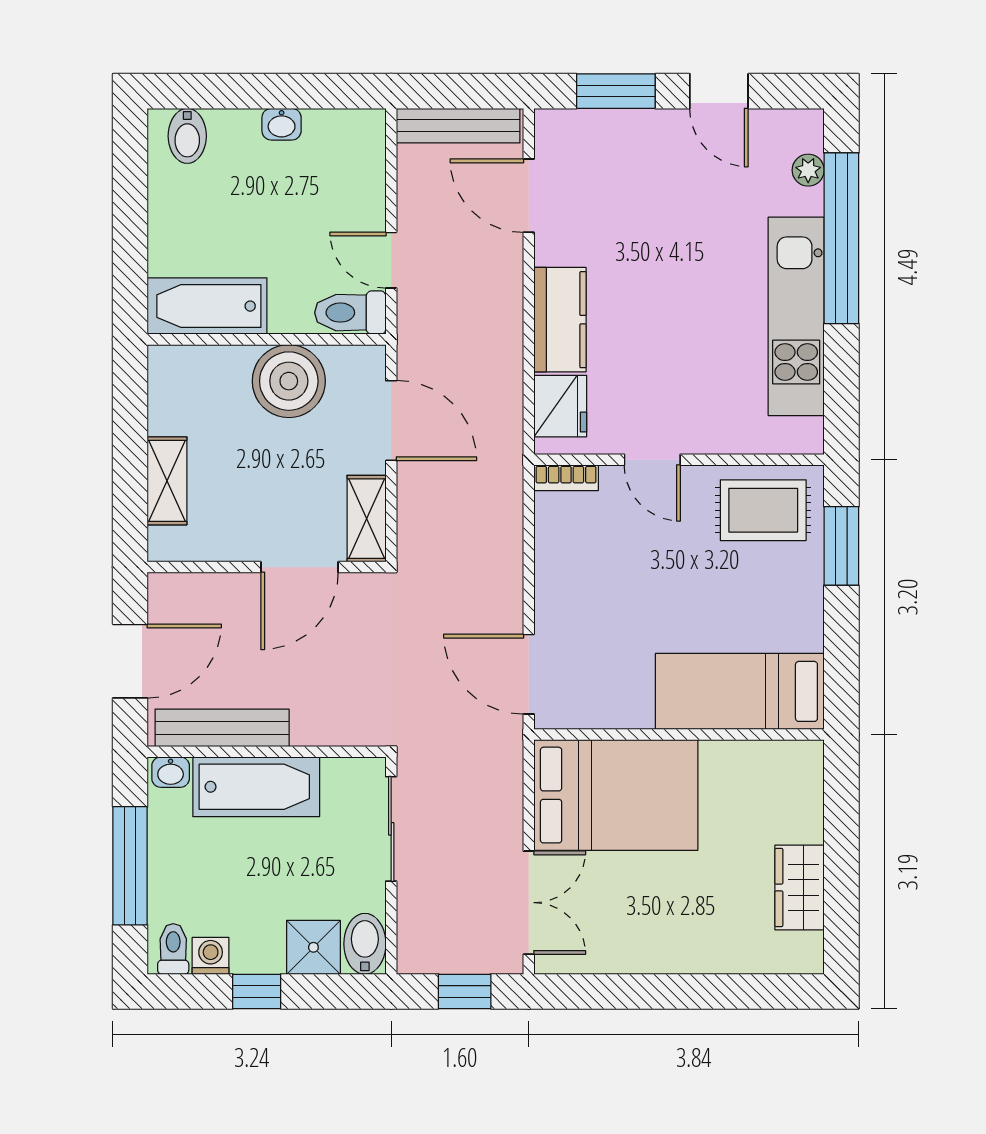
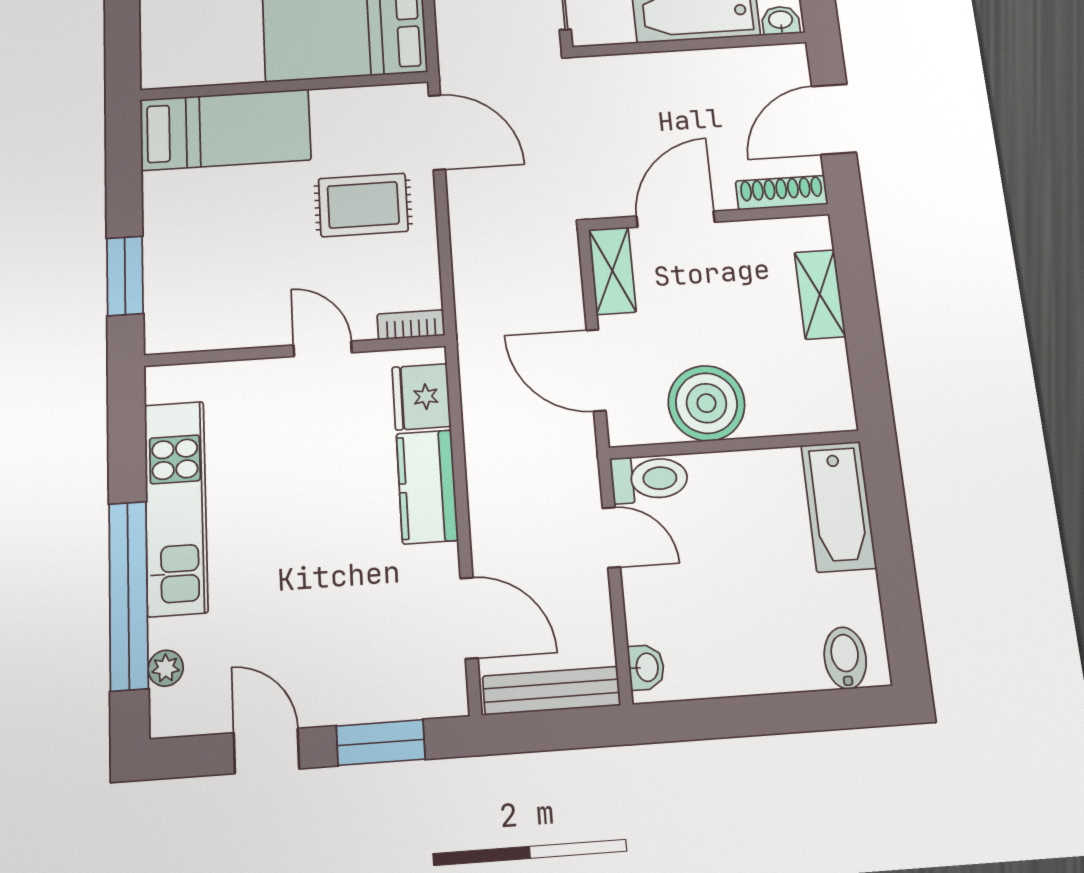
washbasin: (282, 124) -> (646, 667), moved, turned 90
bathtub: (207, 306) -> (839, 506), moved, turned 90
rug: (763, 510) -> (363, 205), moved
shoe rack: (192, 587) -> (782, 193), added
bench: (222, 728) -> (735, 64), removed

